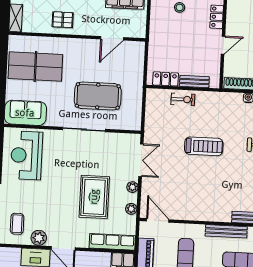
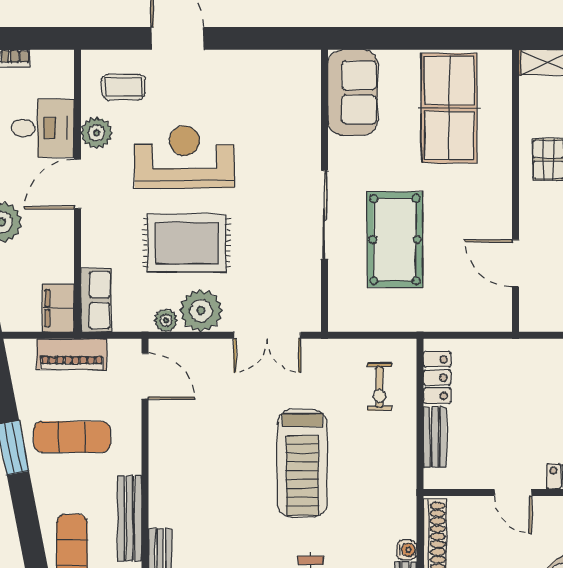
exercise bike: (183, 99) -> (379, 387), moved
treadmill: (204, 146) -> (302, 463), width x1.37, depth x1.38
reception desk: (26, 155) -> (184, 157), moved
plant: (132, 187) -> (201, 311), width x1.88, depth x1.88
door: (158, 220) -> (145, 376), hinge flipped
row of seats: (112, 242) -> (96, 300), width x0.68

